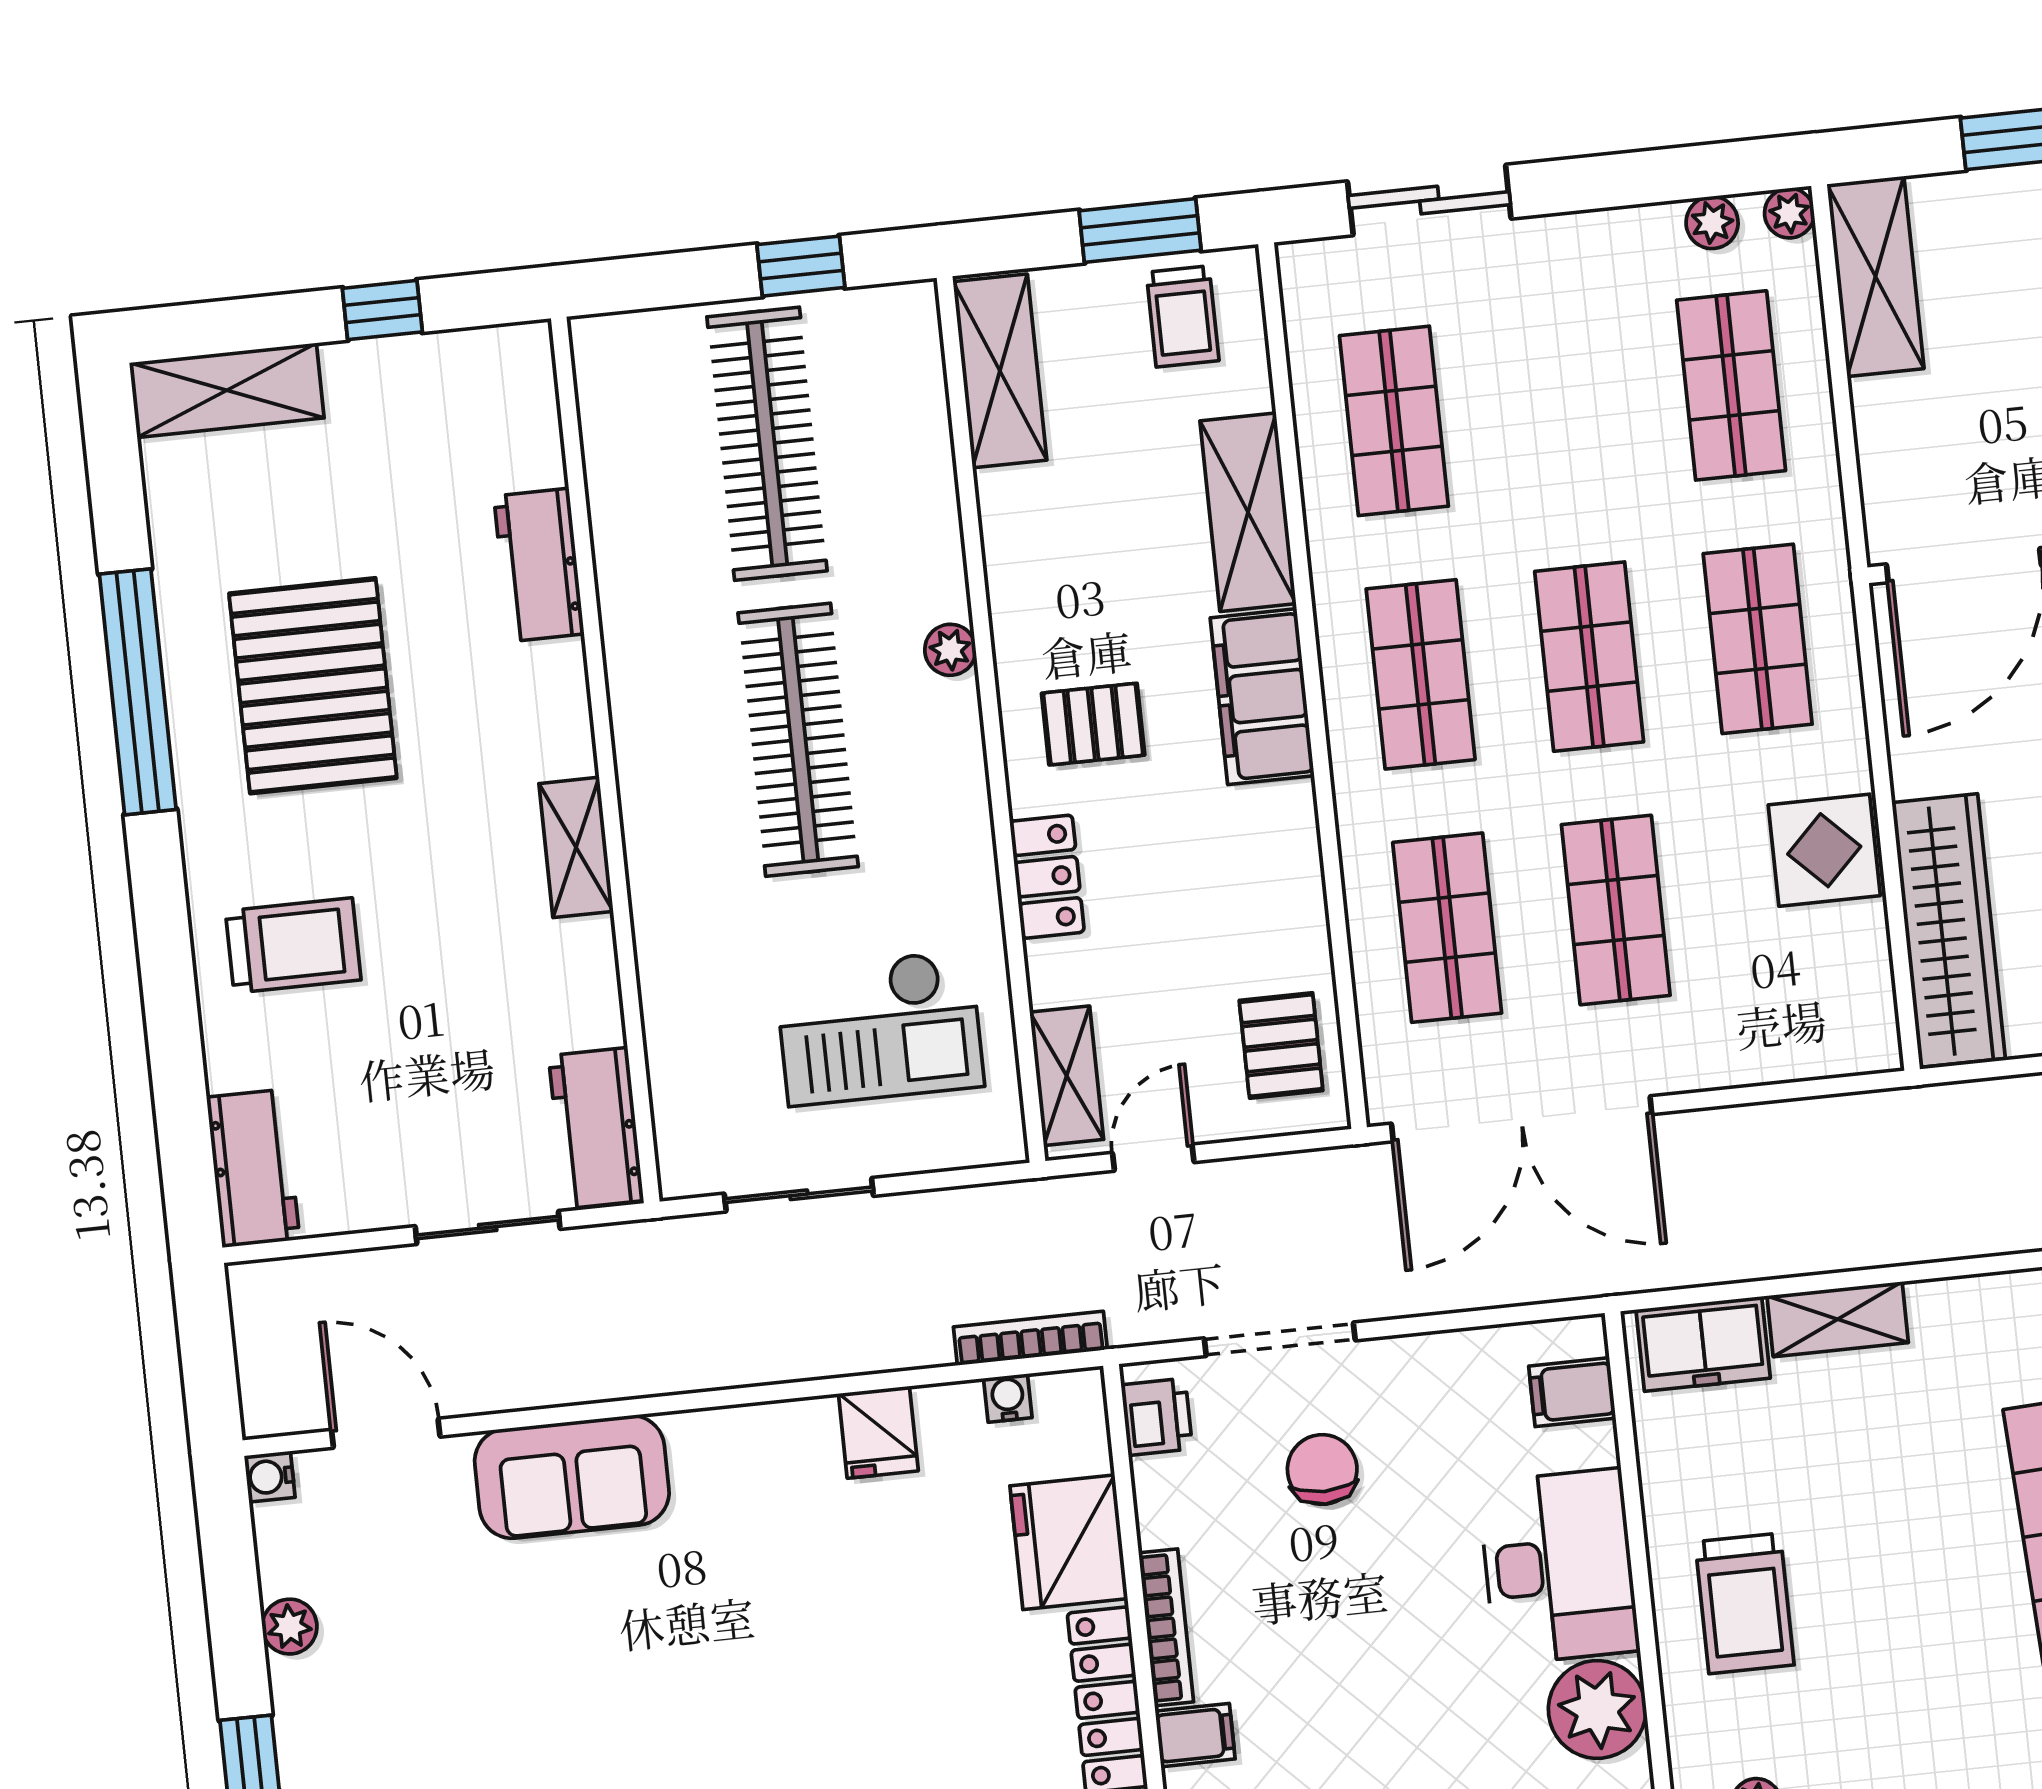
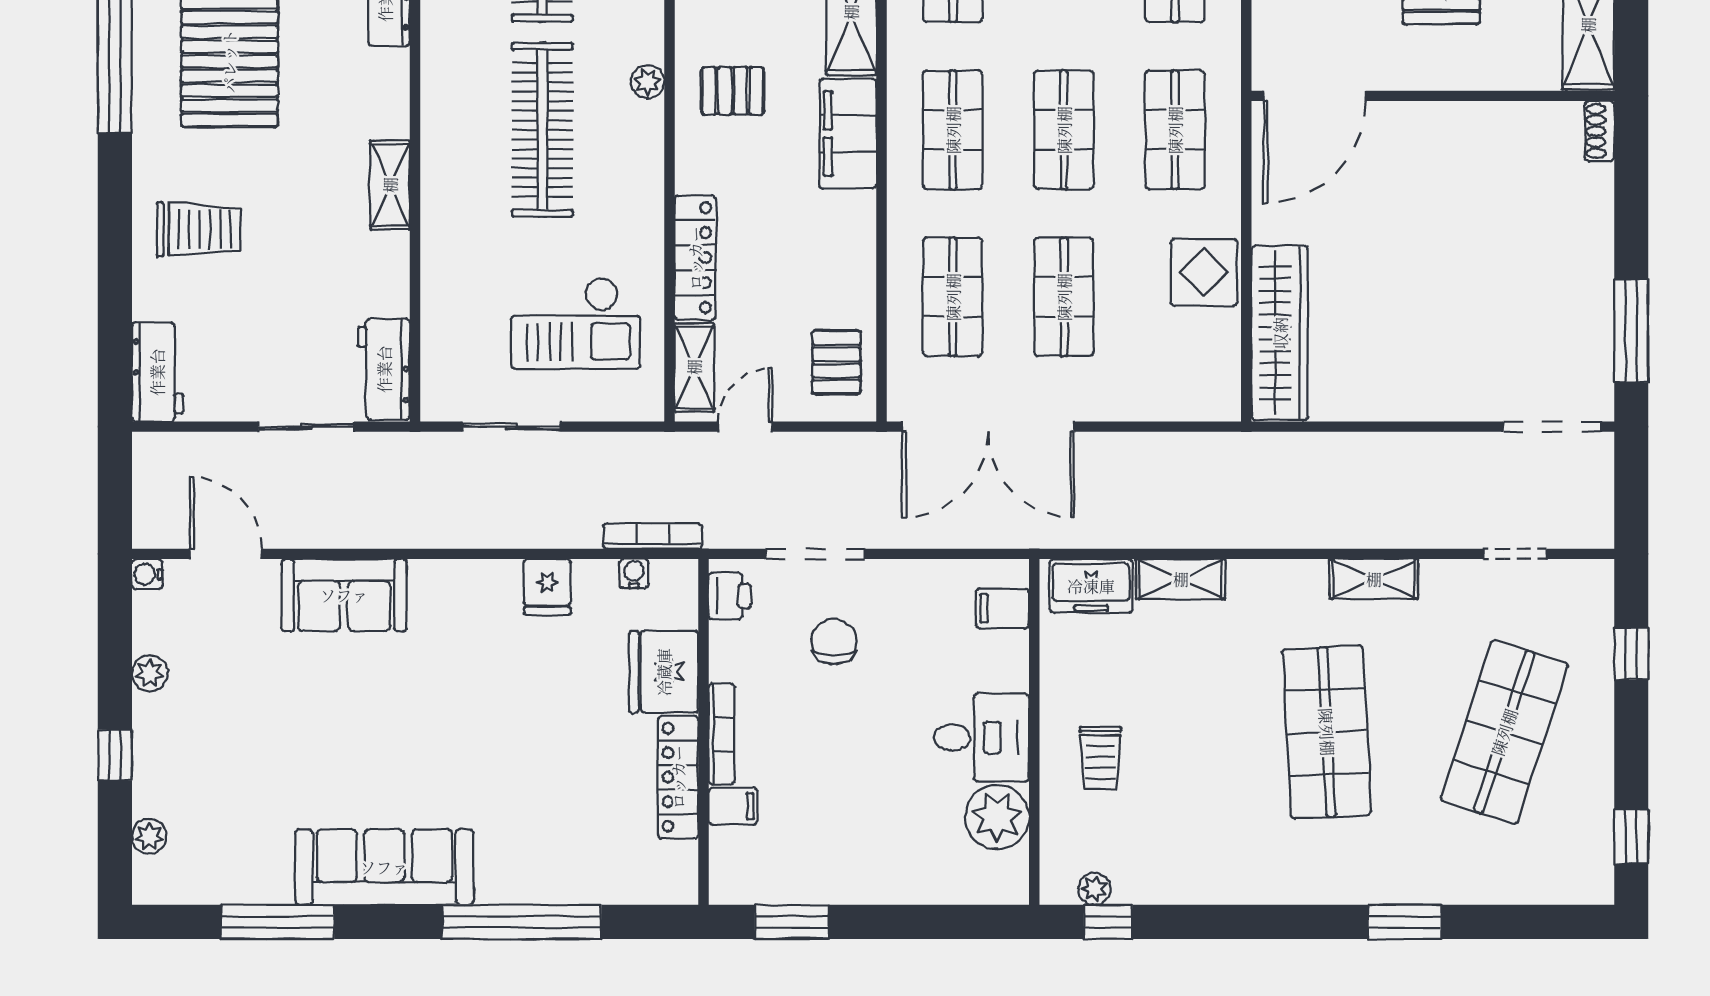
pallet: (1093, 724) -> (733, 91), moved
locker: (1047, 877) -> (695, 258), width x1.53
desk: (1559, 1566) -> (982, 738), width x0.73
trolley: (1745, 1603) -> (1100, 758), width x0.73, depth x0.72

